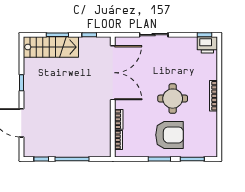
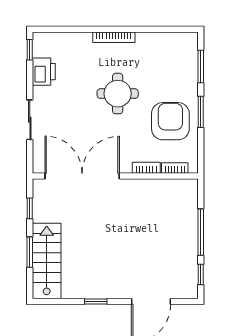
printer: (207, 45) -> (44, 72), moved
armchair: (169, 135) -> (170, 121), moved

